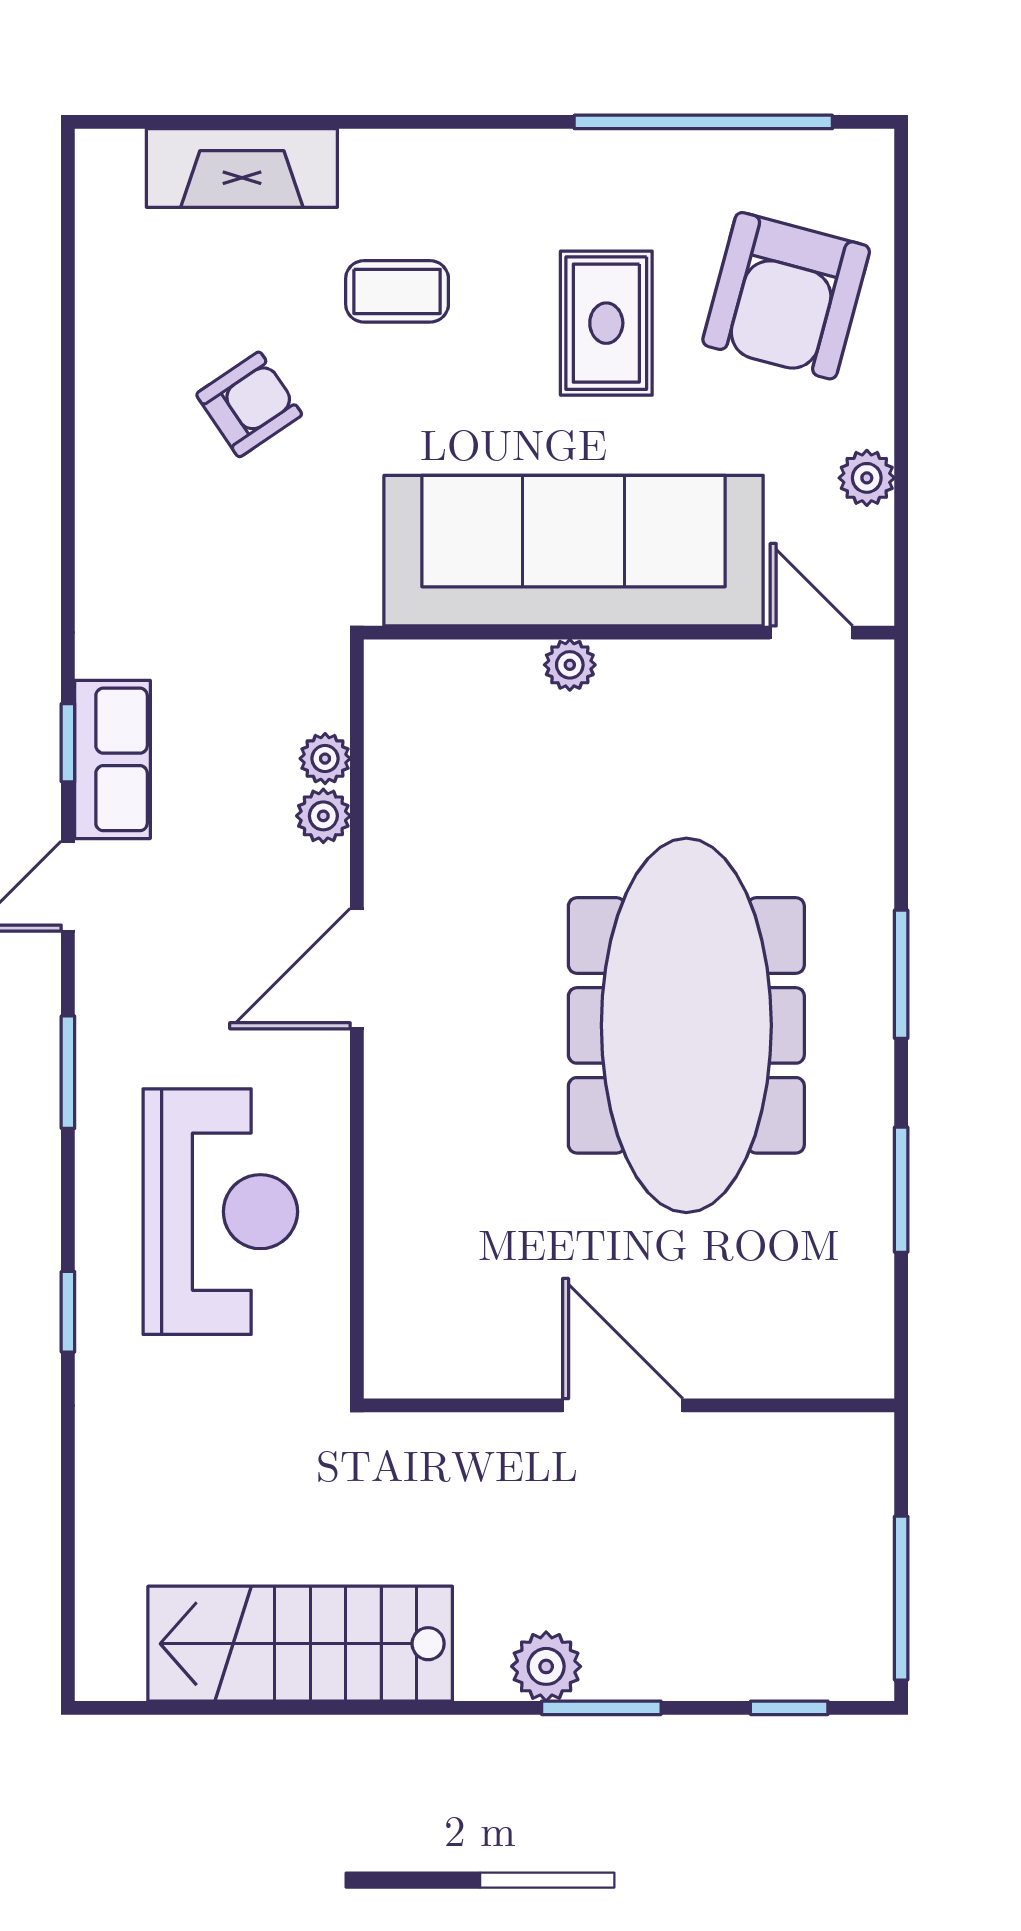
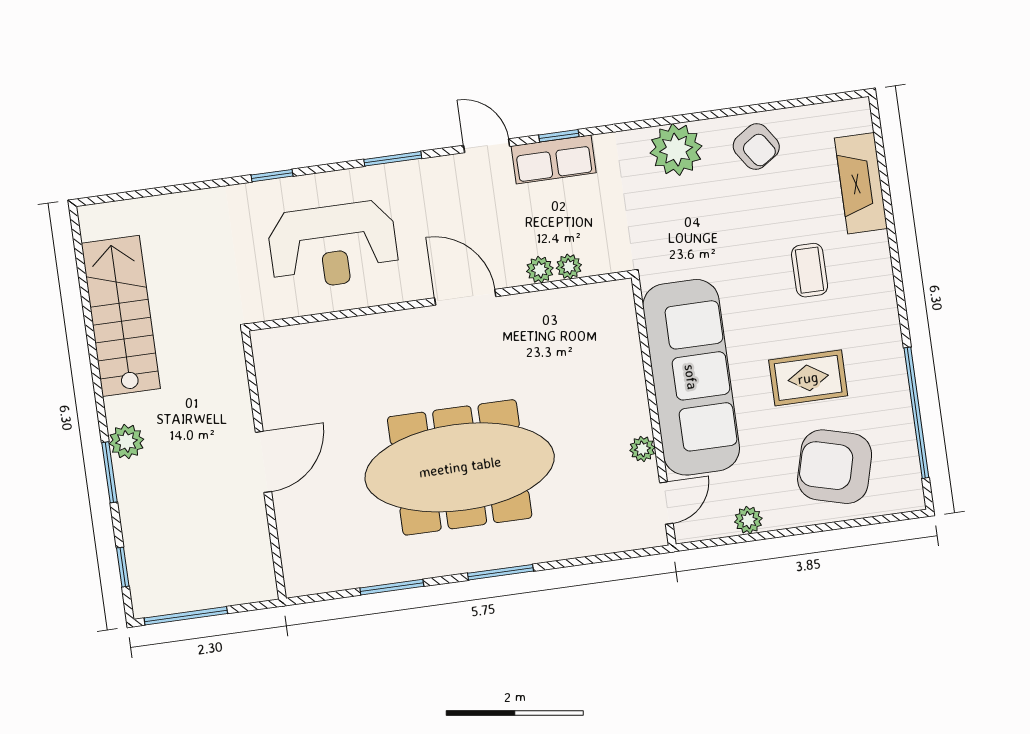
armchair: (249, 404) -> (756, 146), moved
plant: (126, 518) -> (676, 150), added
plant: (570, 665) -> (642, 449), moved

